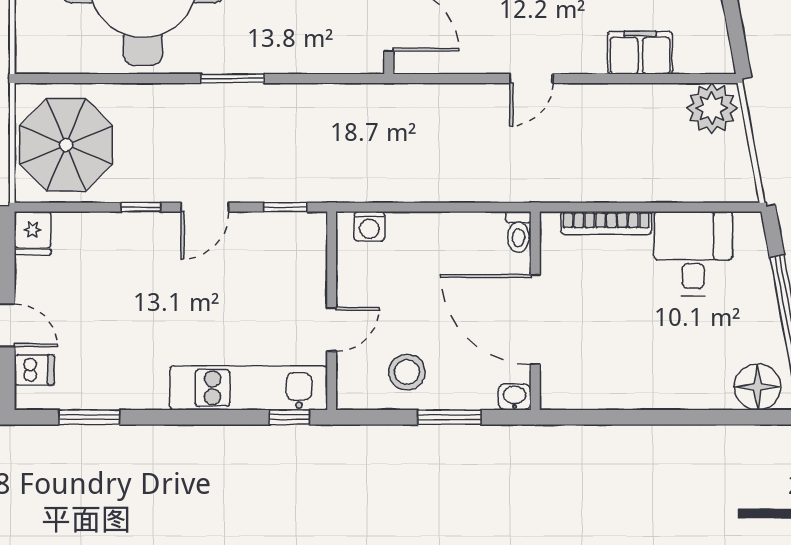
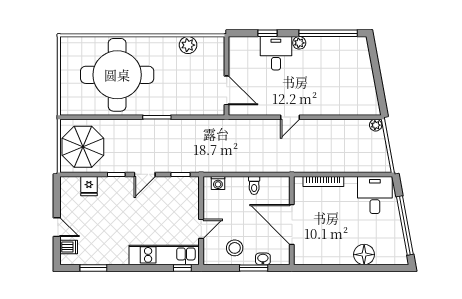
filing cabinet: (640, 53) -> (338, 106), removed
plant: (712, 108) -> (376, 125), width x0.53, depth x0.53
toilet: (518, 232) -> (254, 185), moved
fridge: (33, 233) -> (89, 186), moved
desk: (693, 253) -> (375, 195), moved
floor lamp: (758, 387) -> (364, 255), moved
washbasin: (515, 397) -> (263, 259), moved

